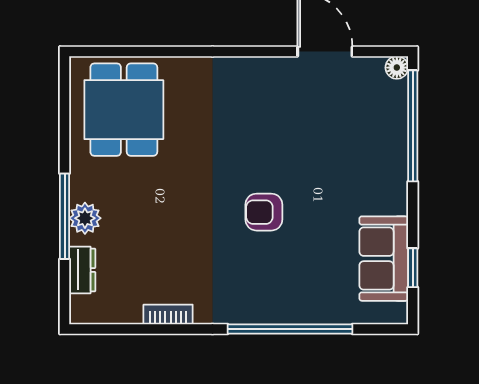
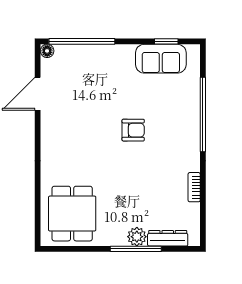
dining table: (124, 110) -> (72, 214), turned 90
armchair: (264, 212) -> (133, 130), turned -90
dresser: (82, 270) -> (168, 238), width x1.44

